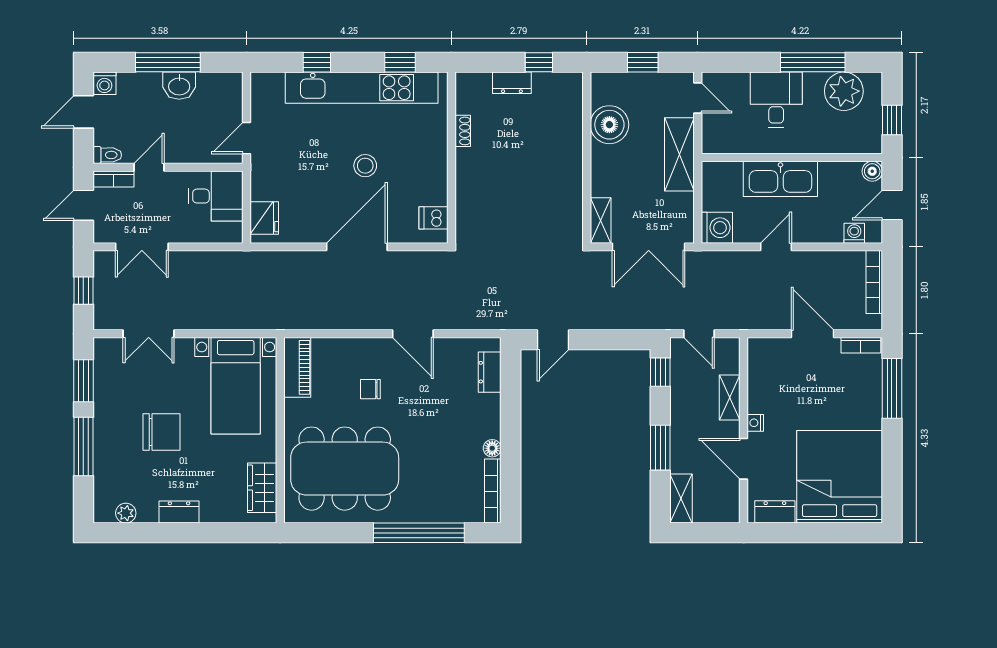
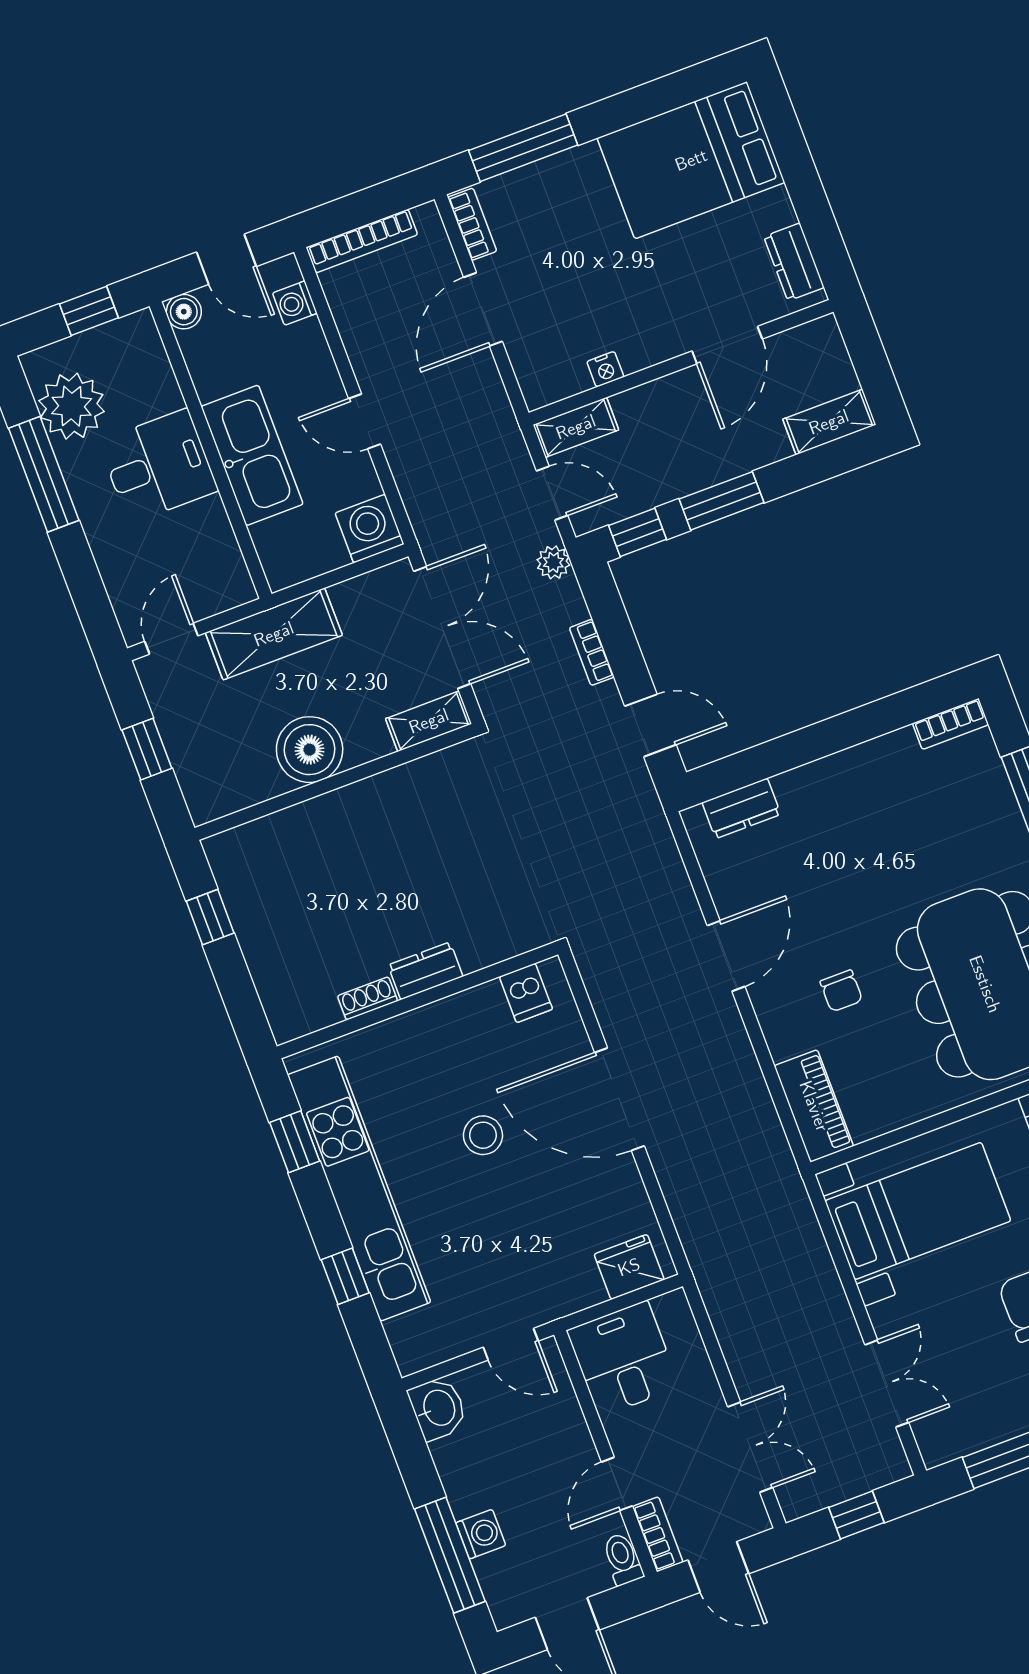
window: (168, 62) -> (450, 1555), moved
washing machine: (104, 83) -> (481, 1534), moved
dresser: (512, 83) -> (425, 971), moved, turned -90
washbasin: (179, 86) -> (438, 1408), moved
desk: (776, 100) -> (158, 466), moved, turned 180
boiler: (609, 125) -> (310, 750), moved
door: (149, 167) -> (617, 1484), hinge flipped
plant: (661, 320) -> (553, 562), added
bookcase: (605, 323) -> (592, 652), added
door: (699, 334) -> (552, 493), hinge flipped
piano: (297, 367) -> (814, 1106), moved, turned 90
shelving: (730, 397) -> (576, 427), moved
nightstand: (755, 423) -> (605, 369), moved
floor lamp: (492, 448) -> (863, 758), removed
window: (660, 448) -> (722, 501), moved
bed: (840, 477) -> (691, 160), width x0.73
bookcase: (493, 491) -> (951, 724), width x0.64

